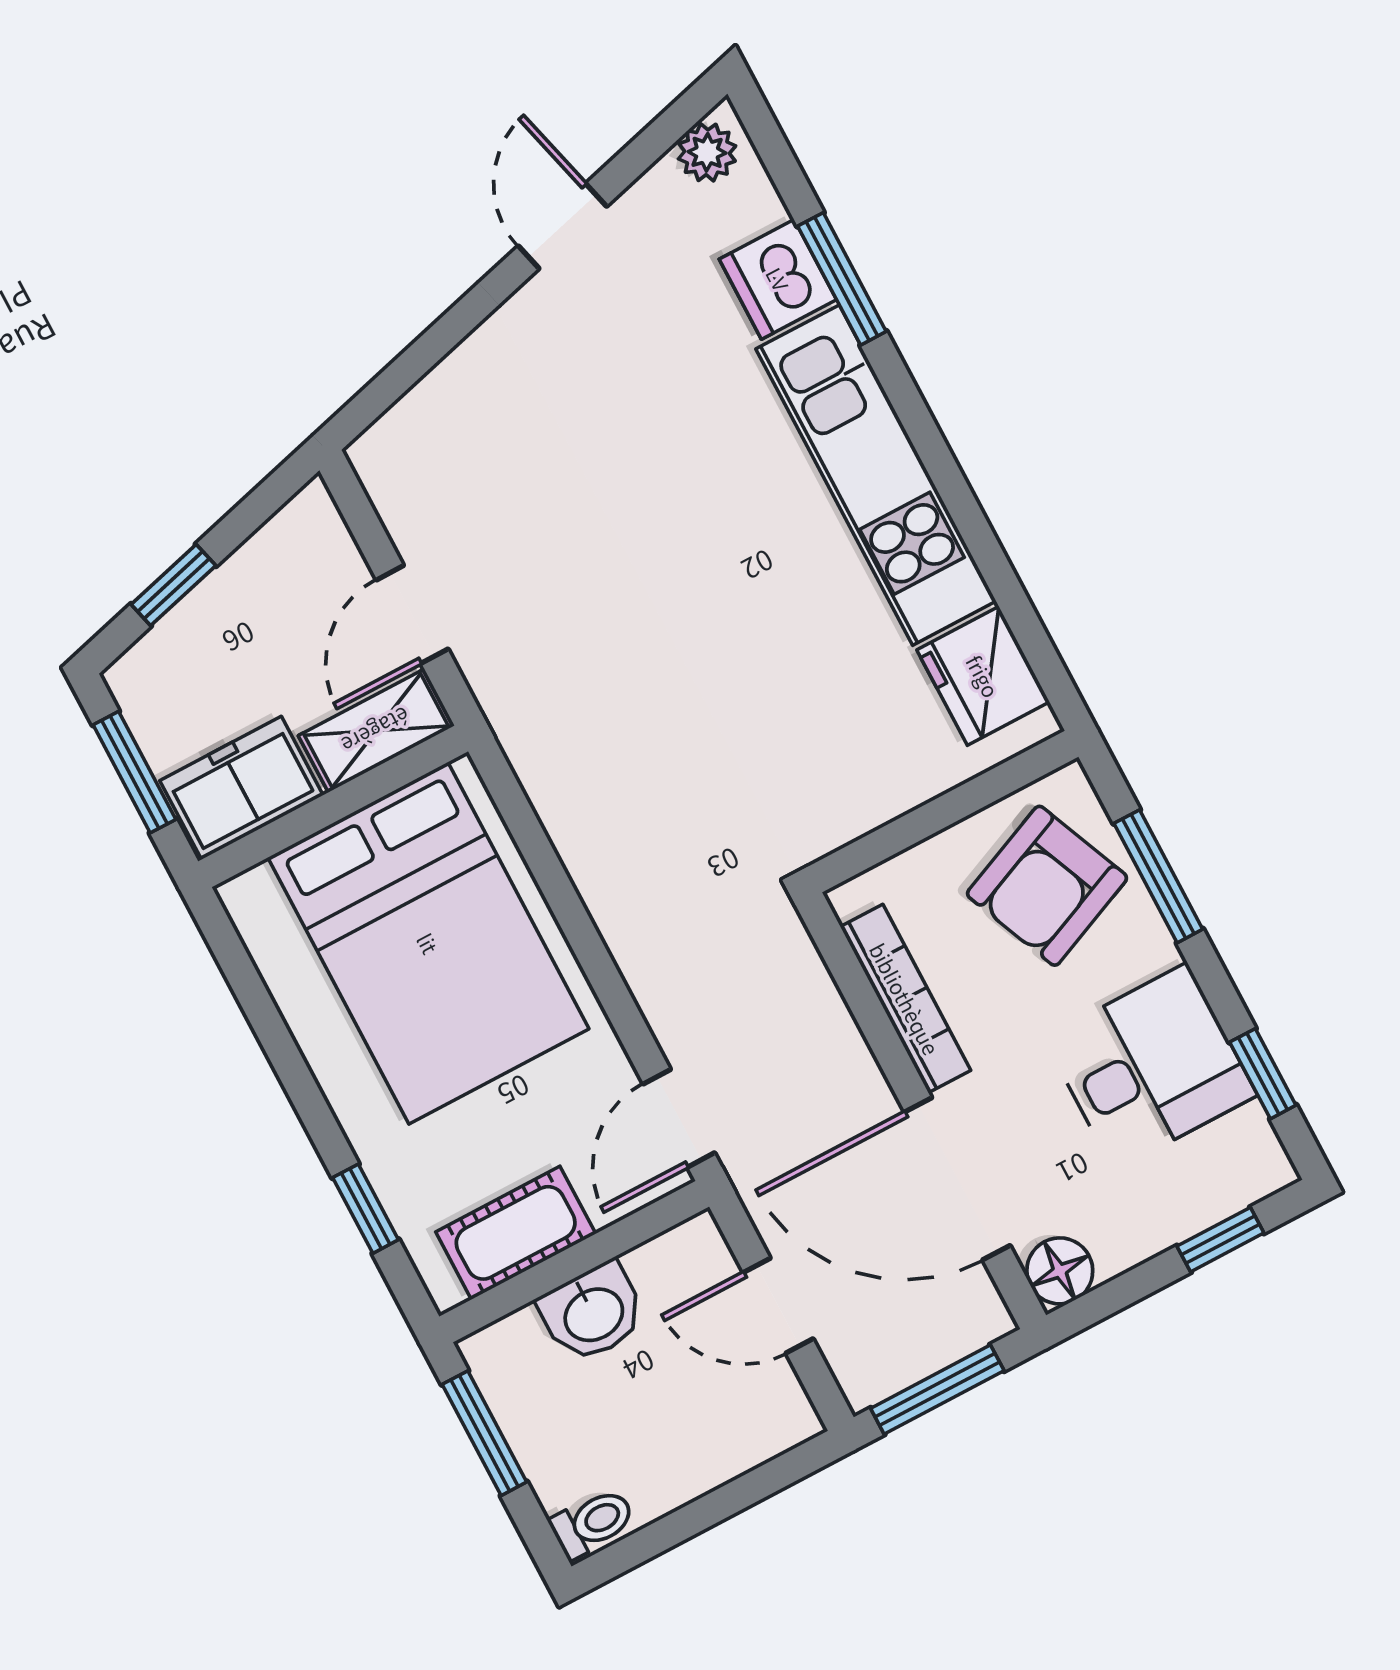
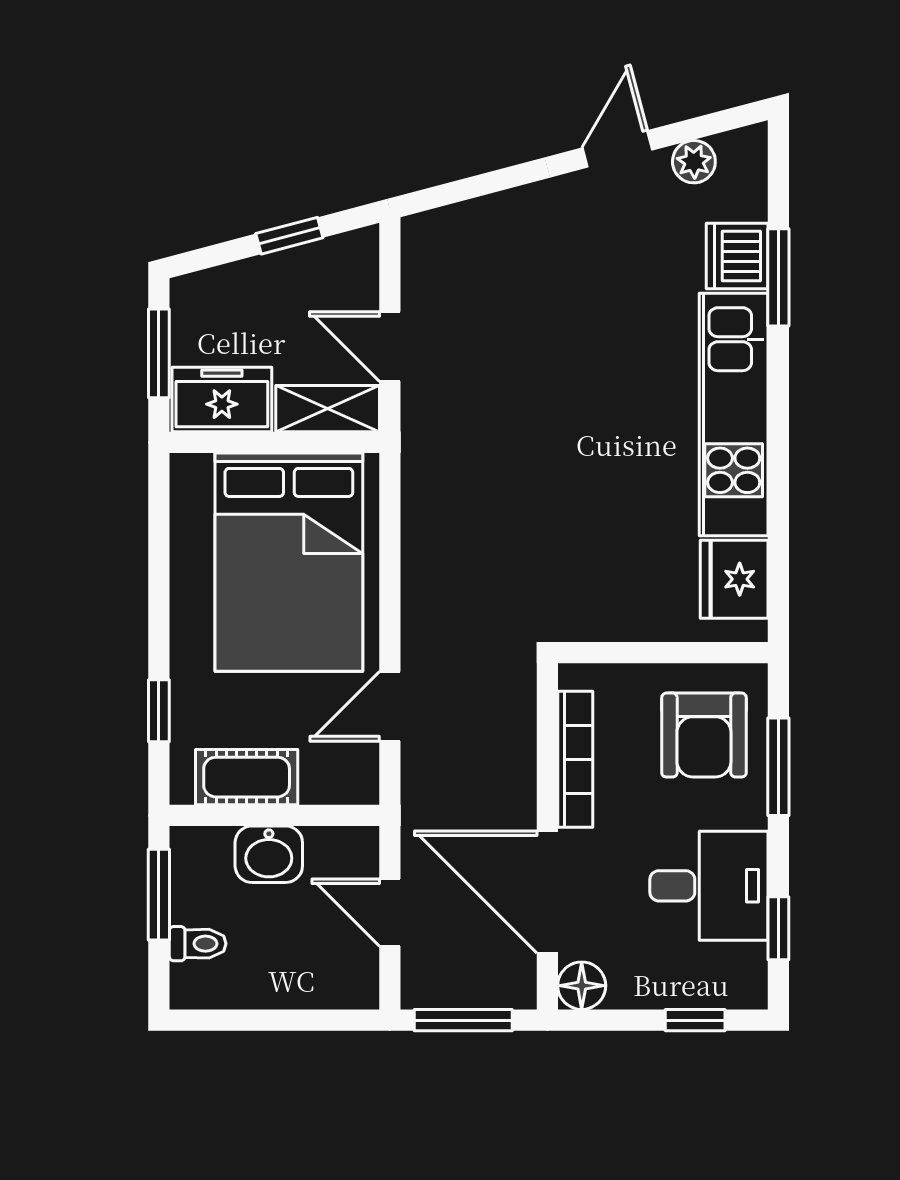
plant: (707, 152) -> (694, 162), moved
window: (173, 585) -> (289, 236), moved
door: (412, 615) -> (390, 347), hinge flipped
armchair: (1047, 886) -> (704, 735), turned -67
door: (679, 1118) -> (390, 706), moved
toilet: (593, 1523) -> (198, 944), moved

